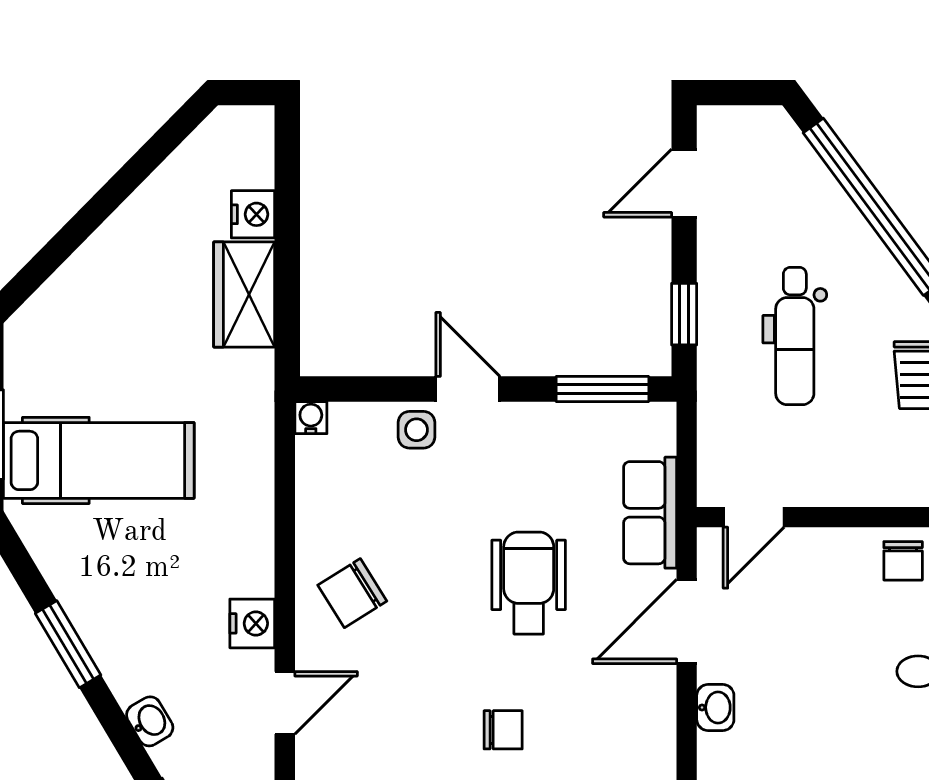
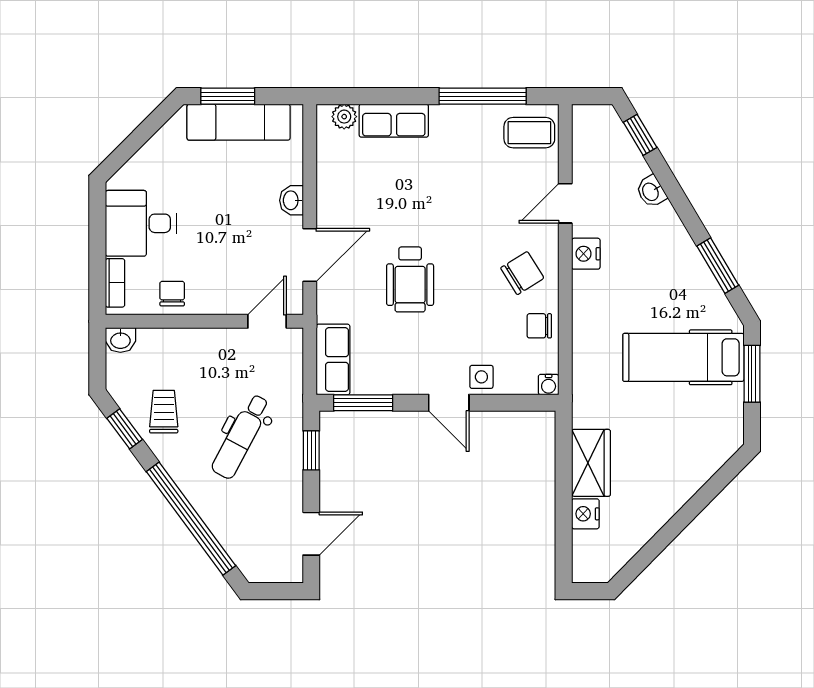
dental chair: (795, 336) -> (241, 436), turned -152
row of seats: (650, 513) -> (333, 359), moved
window: (68, 644) -> (718, 266), moved
chair: (503, 730) -> (539, 326), moved

